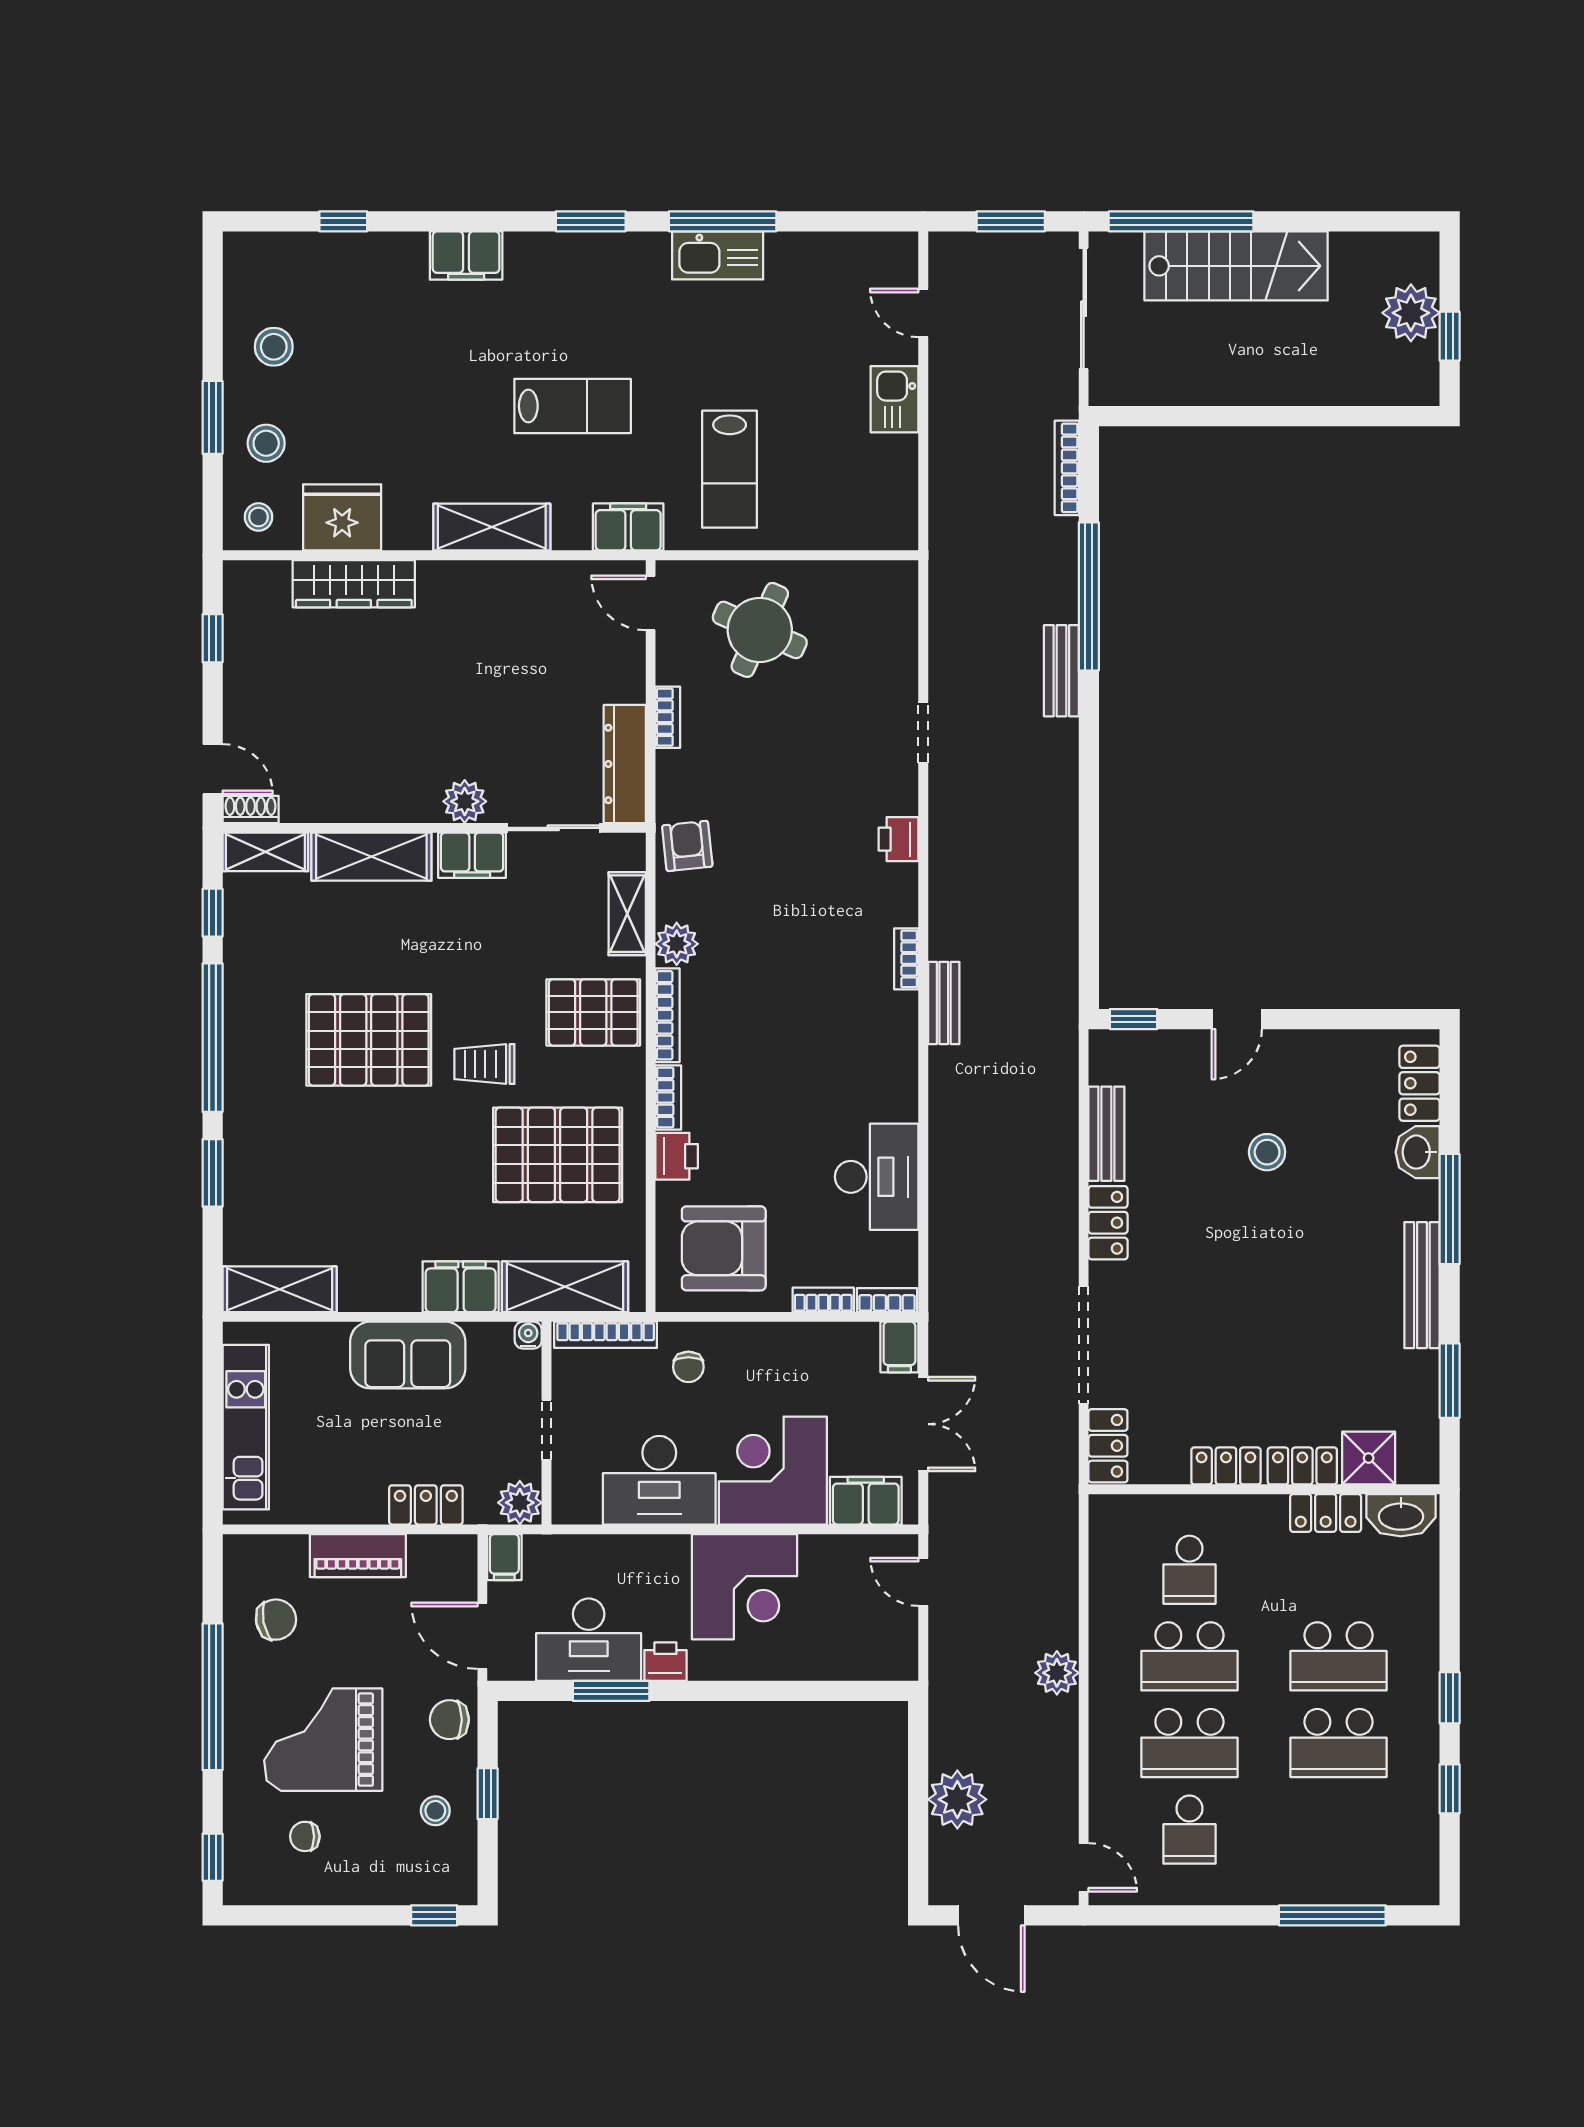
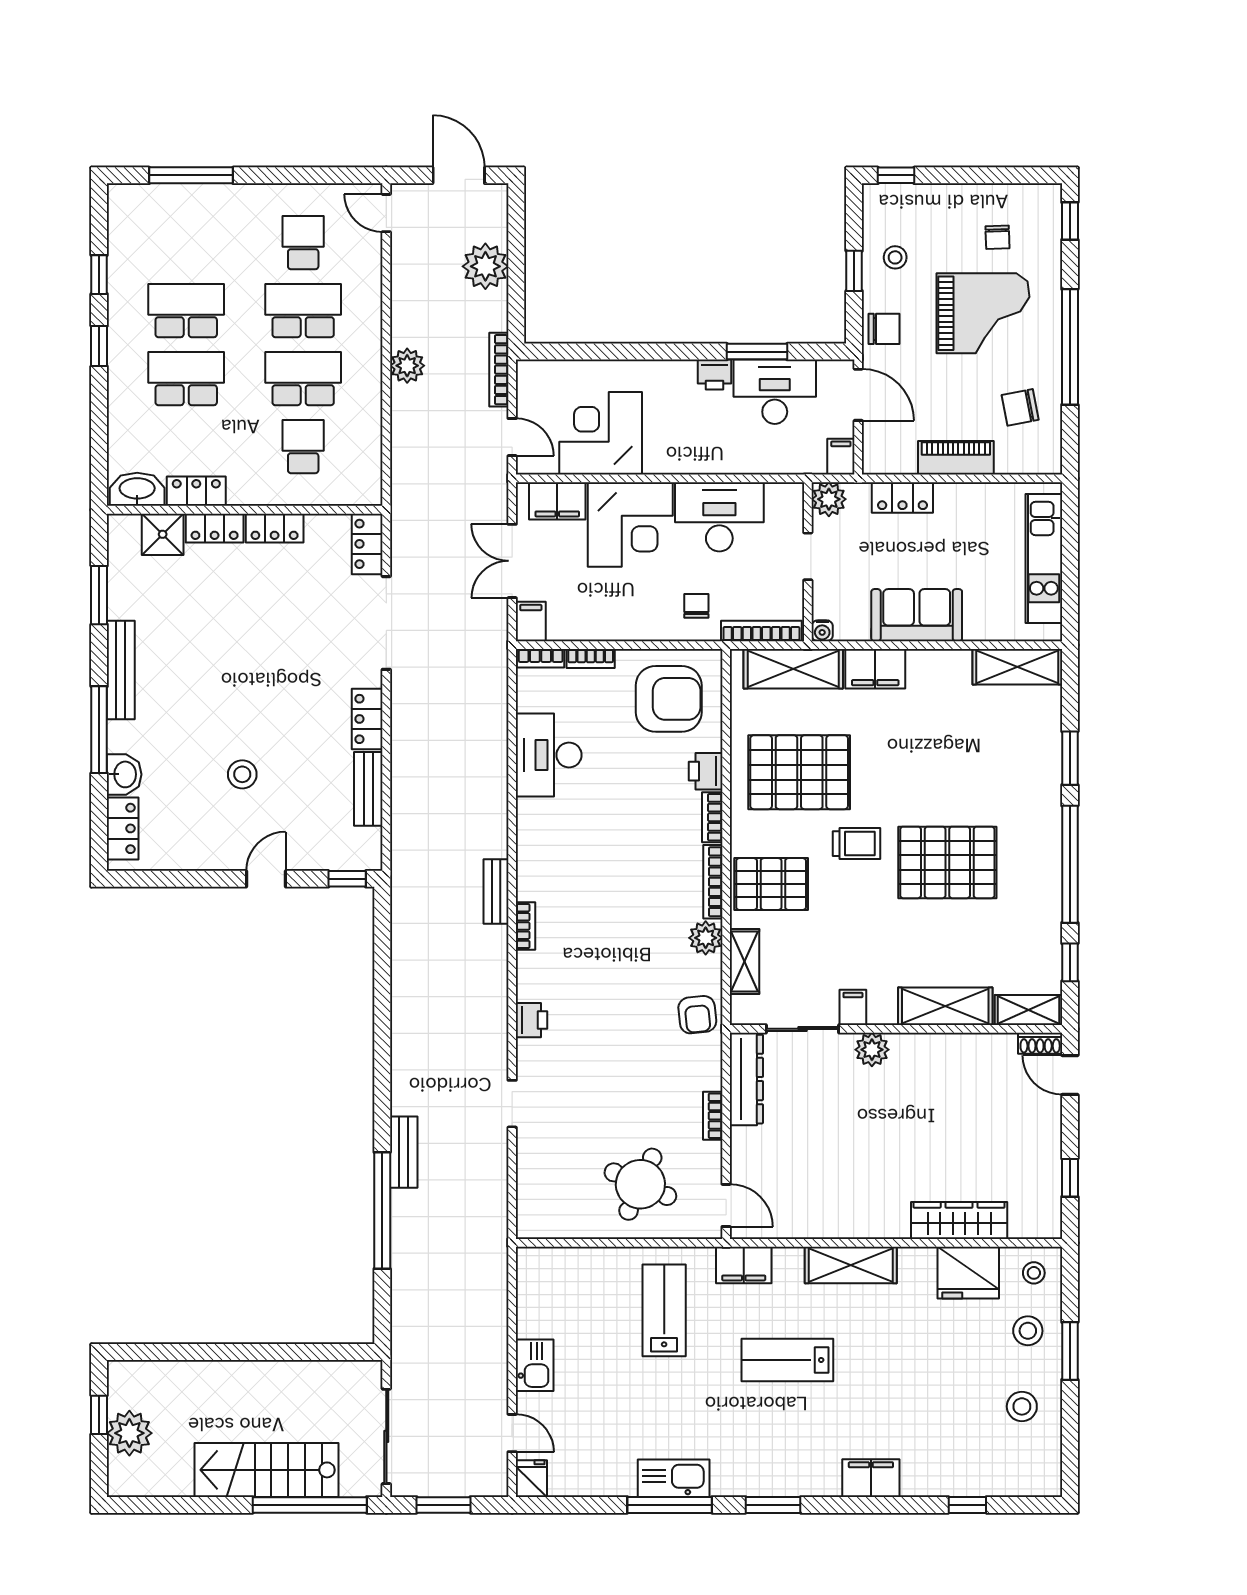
fridge: (899, 255) -> (531, 1479), added
bookcase: (1067, 468) -> (499, 370), moved, turned 180
filing cabinet: (472, 855) -> (853, 1007), width x0.50
corner desk: (744, 1587) -> (601, 433), moved
chair: (305, 1836) -> (997, 237), turned 88

